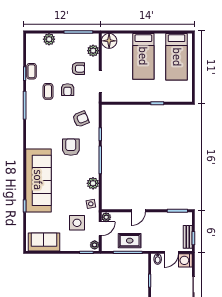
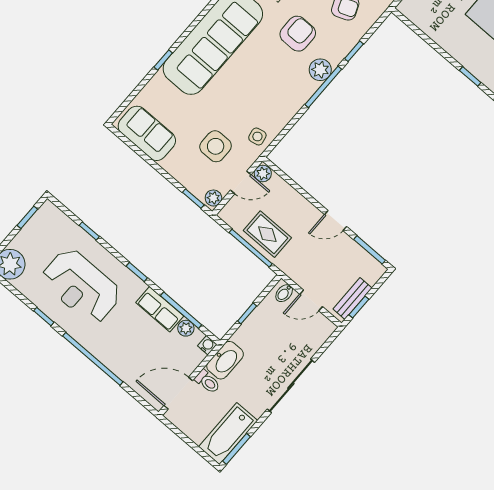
plant: (93, 183) -> (320, 70), moved
door: (138, 211) -> (336, 221), moved
washing machine: (185, 260) -> (321, 328), removed

